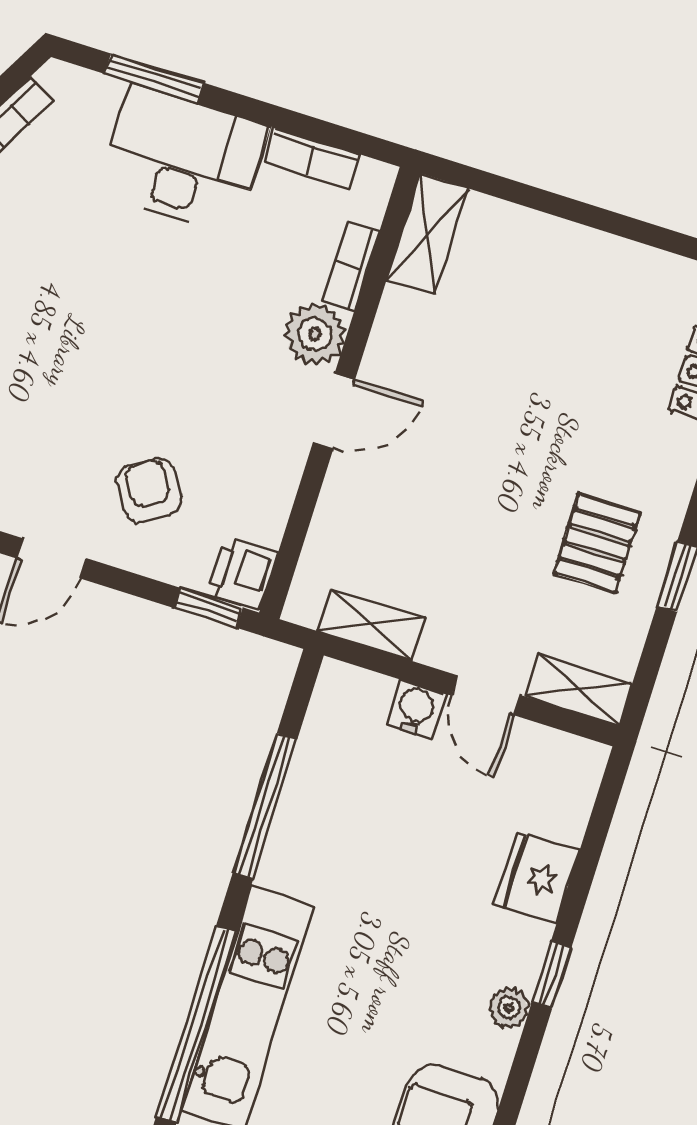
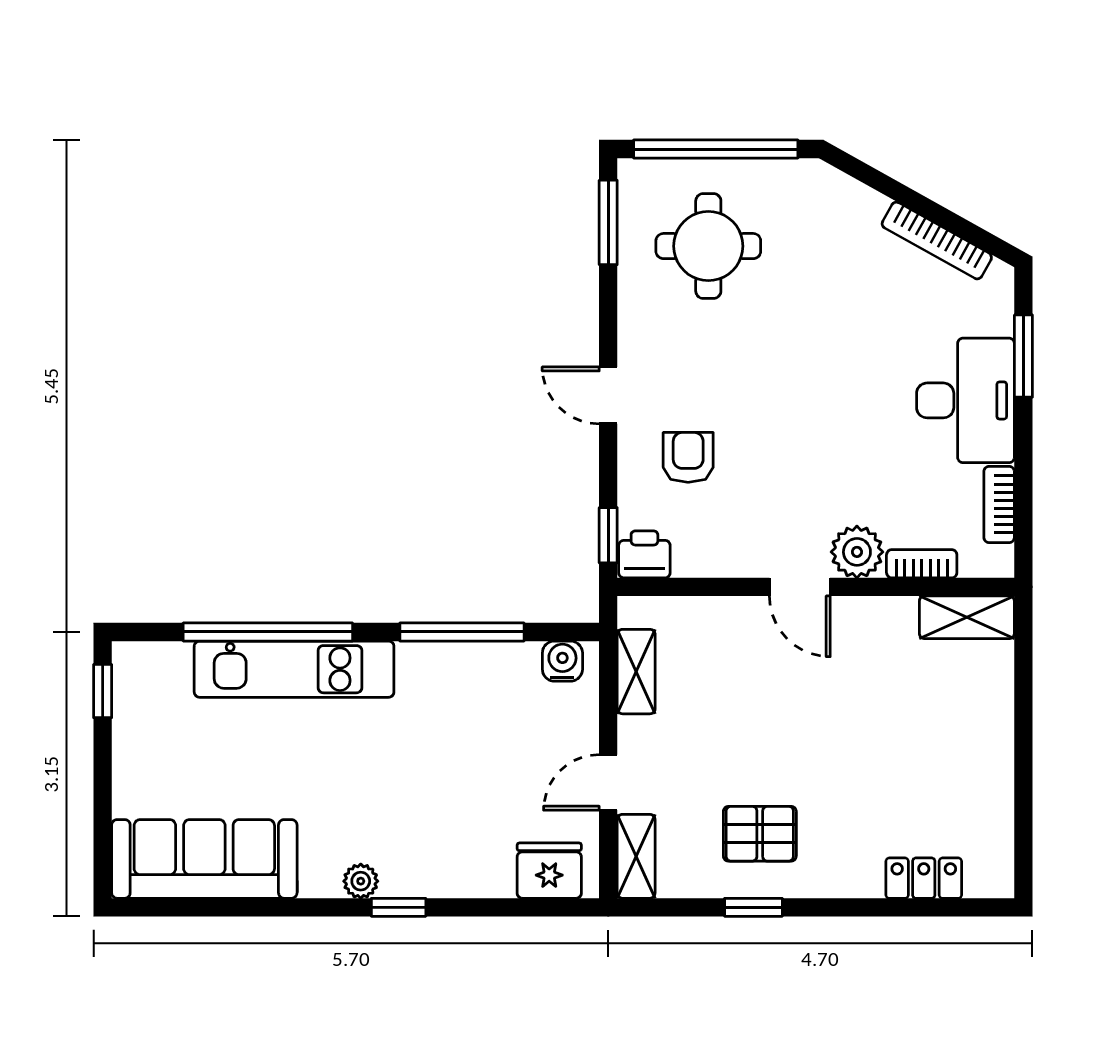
armchair: (149, 490) -> (688, 457), turned -58
water cooler: (416, 709) -> (562, 661), moved, turned -90
fridge: (537, 878) -> (549, 871), moved

